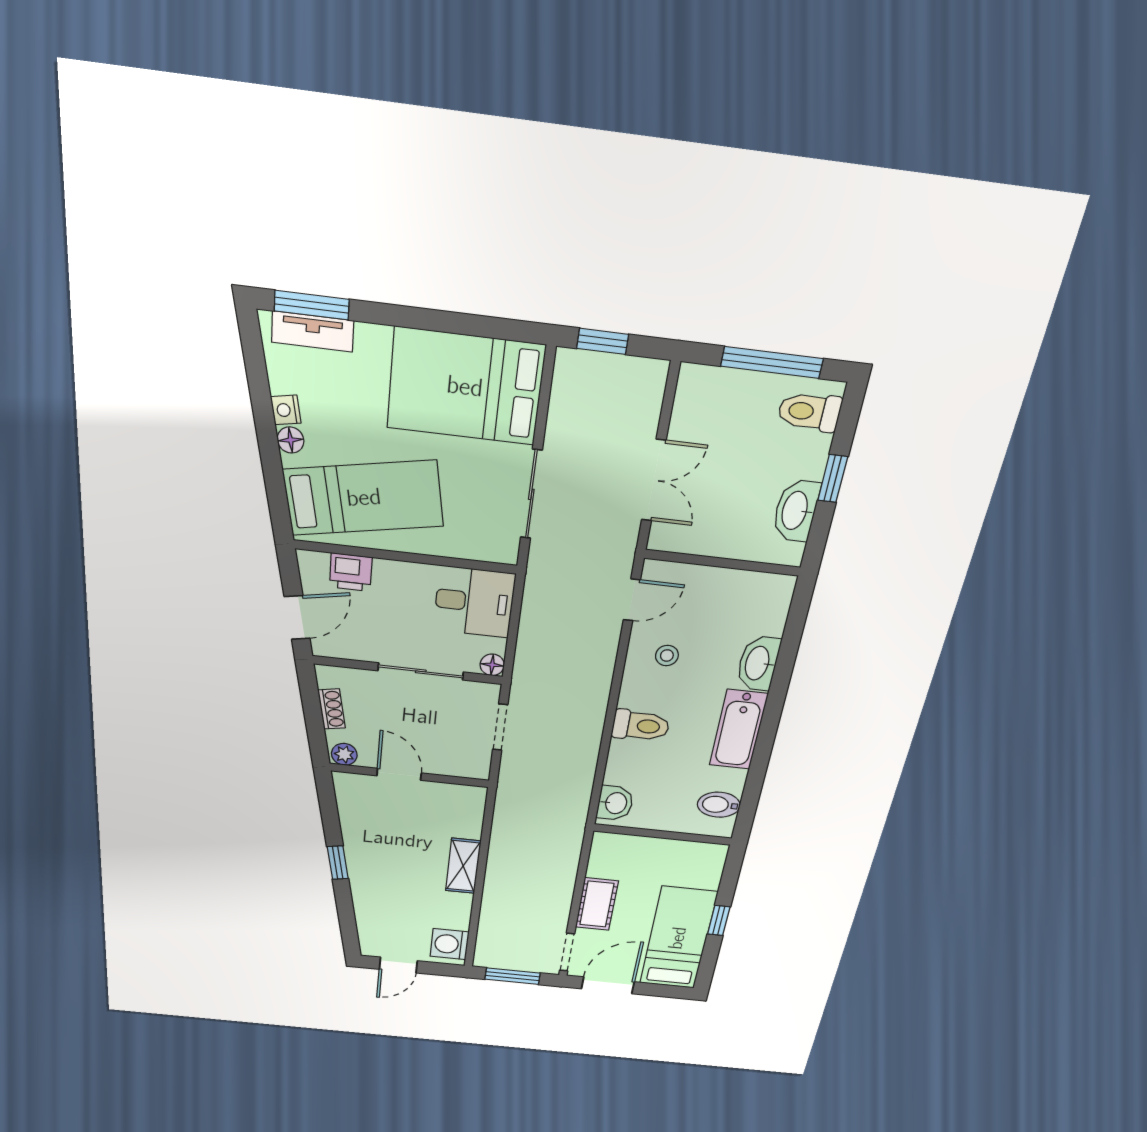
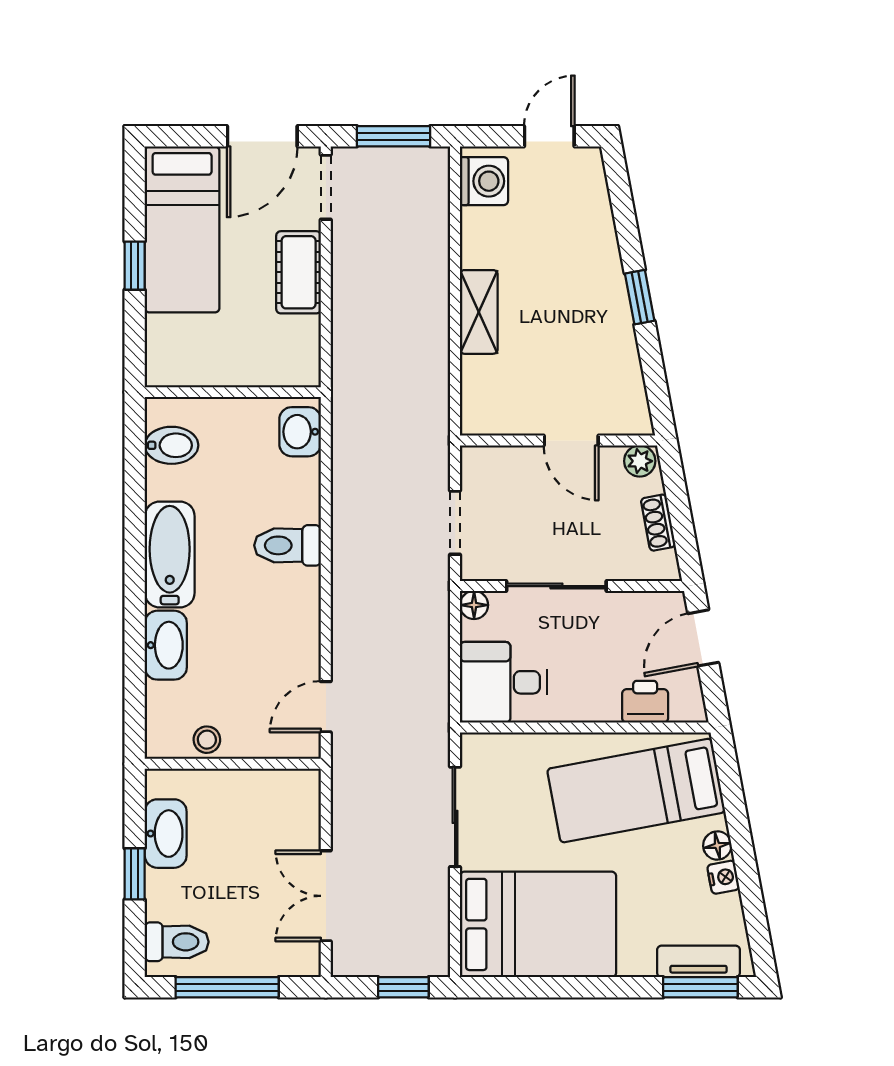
double door: (654, 480) -> (326, 896), moved
stool: (667, 655) -> (207, 740), moved

